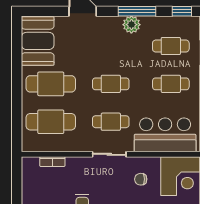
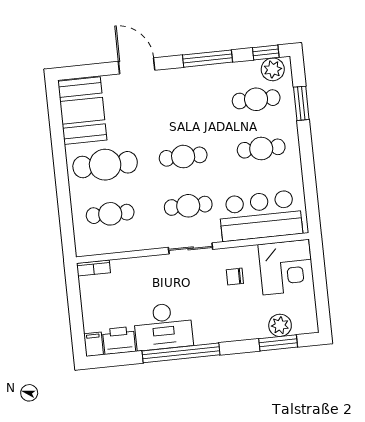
plant: (131, 25) -> (273, 69), moved
cafe table: (51, 122) -> (110, 214), width x0.73, depth x0.74
bookcase: (52, 162) -> (93, 268), moved

